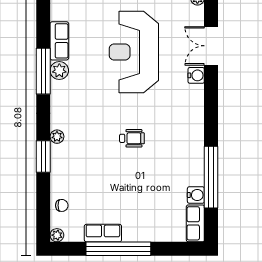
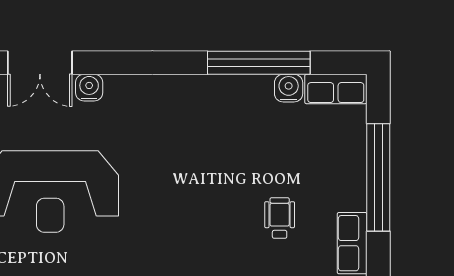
wheelchair: (132, 138) -> (280, 218), moved
window: (118, 249) -> (378, 177), moved

